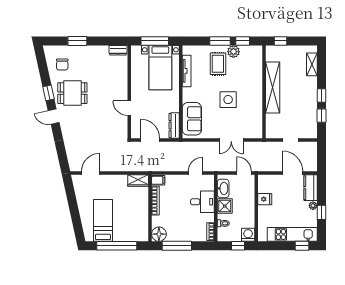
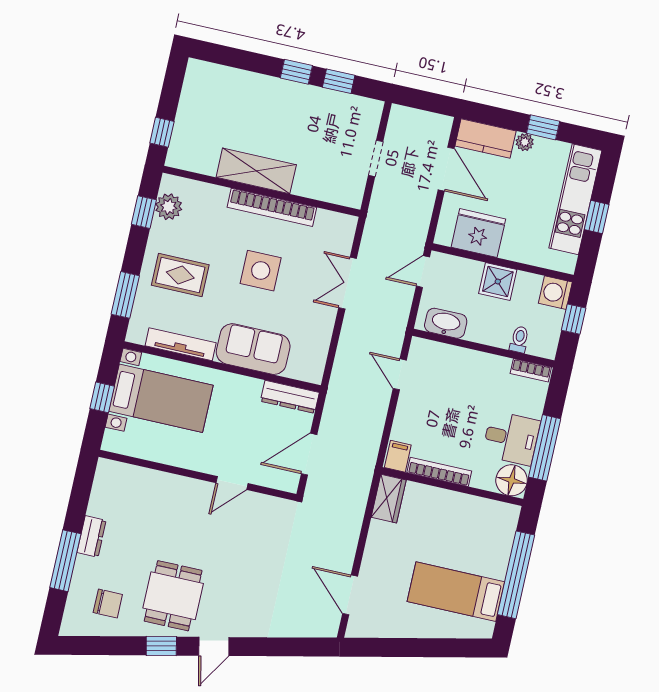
window: (77, 41) -> (65, 561), width x1.44
window: (155, 41) -> (102, 397), width x0.46
window: (220, 41) -> (125, 295), moved
dresser: (118, 50) -> (92, 536), moved
plant: (233, 52) -> (169, 207), moved
shelving: (312, 64) -> (226, 77), removed
shelving: (273, 87) -> (256, 171), width x0.68
bookcase: (258, 98) -> (272, 207), added
sofa: (192, 119) -> (253, 349), moved
double door: (231, 140) -> (348, 283), swing flipped
door: (293, 173) -> (446, 169), swing flipped
fridge: (265, 199) -> (478, 233), width x1.88, depth x1.34
desk: (202, 202) -> (511, 438), moved, turned 90
shower: (225, 206) -> (498, 282), moved
window: (302, 246) -> (597, 217), moved

